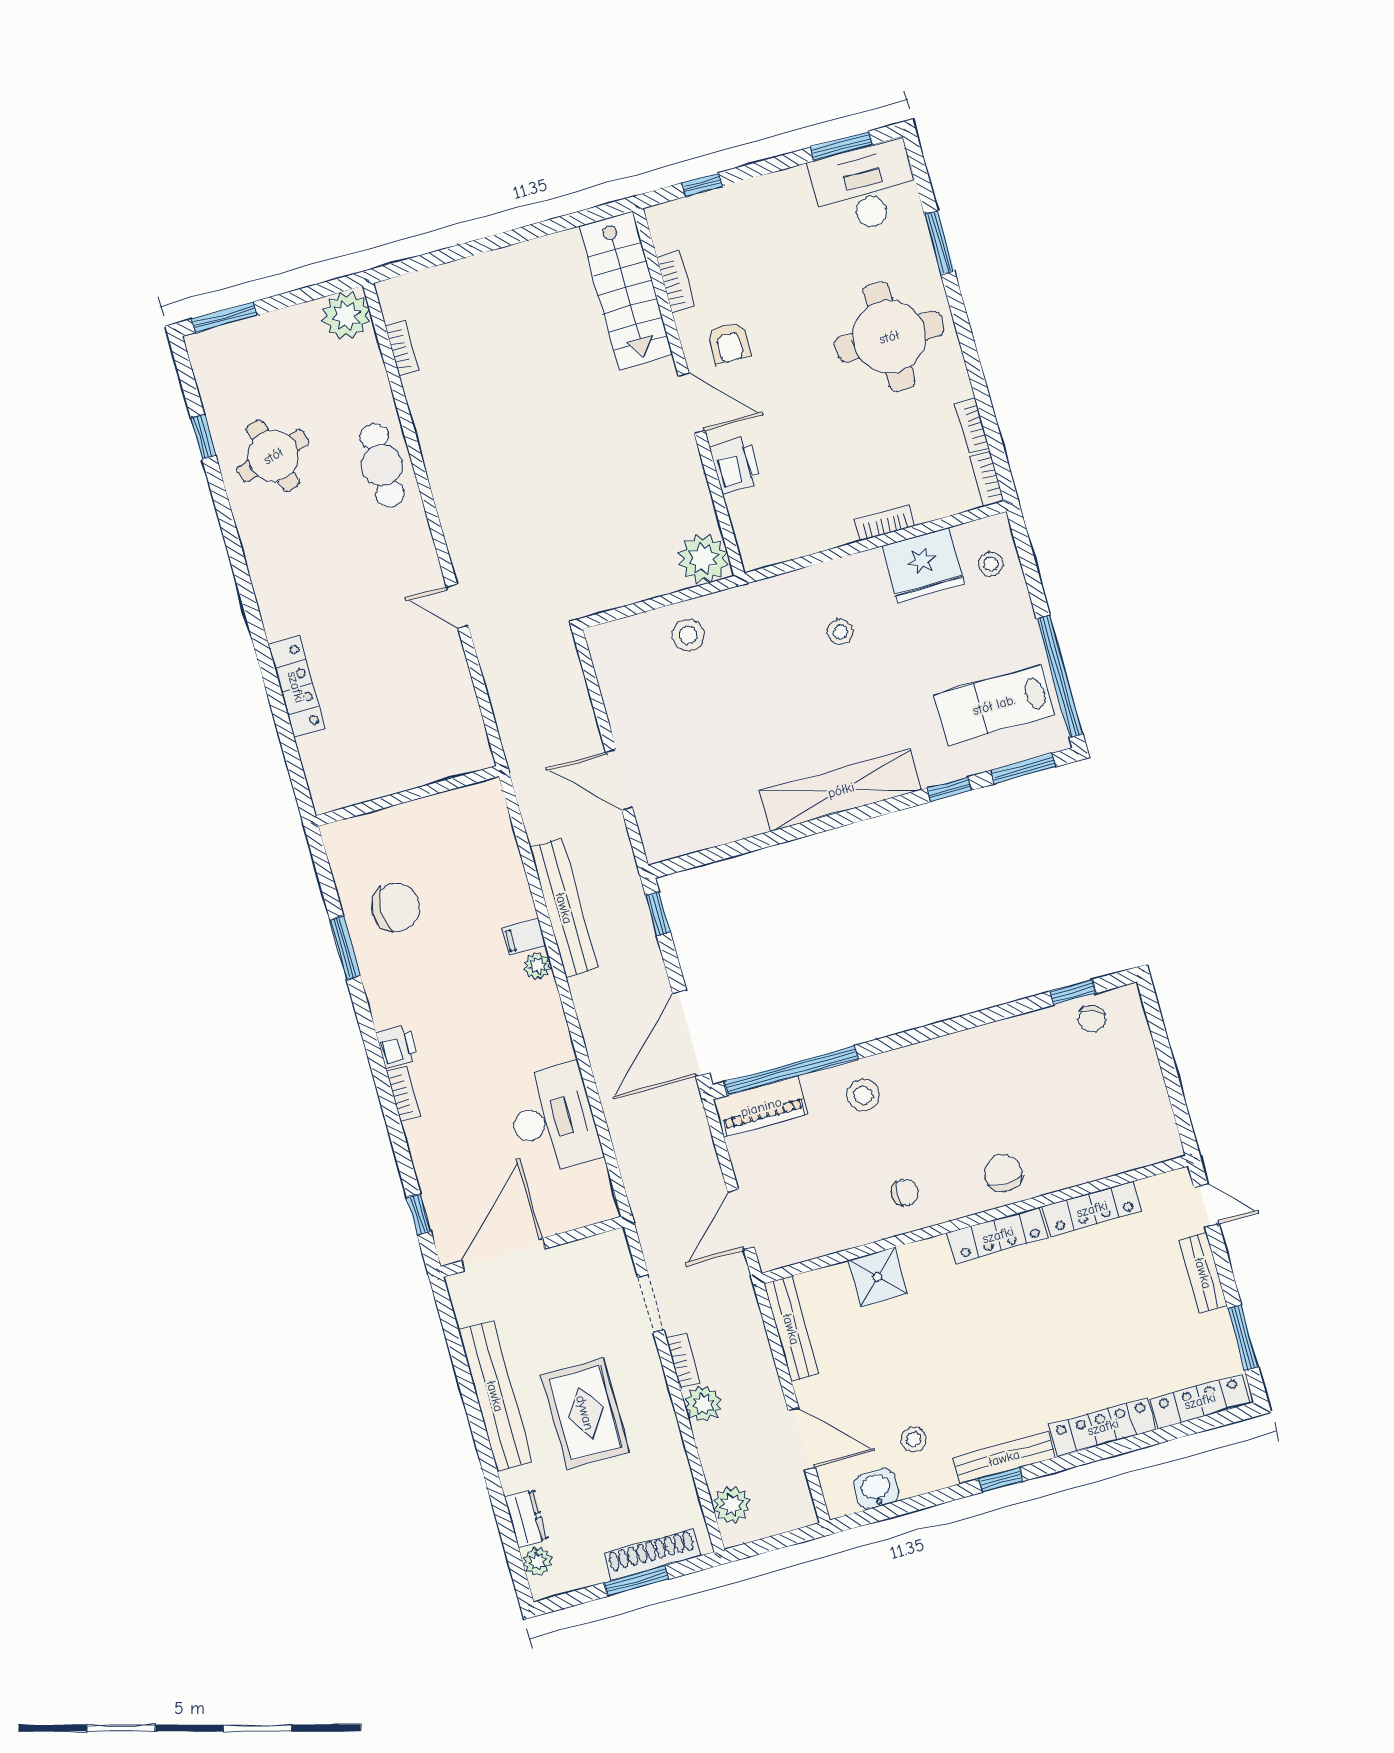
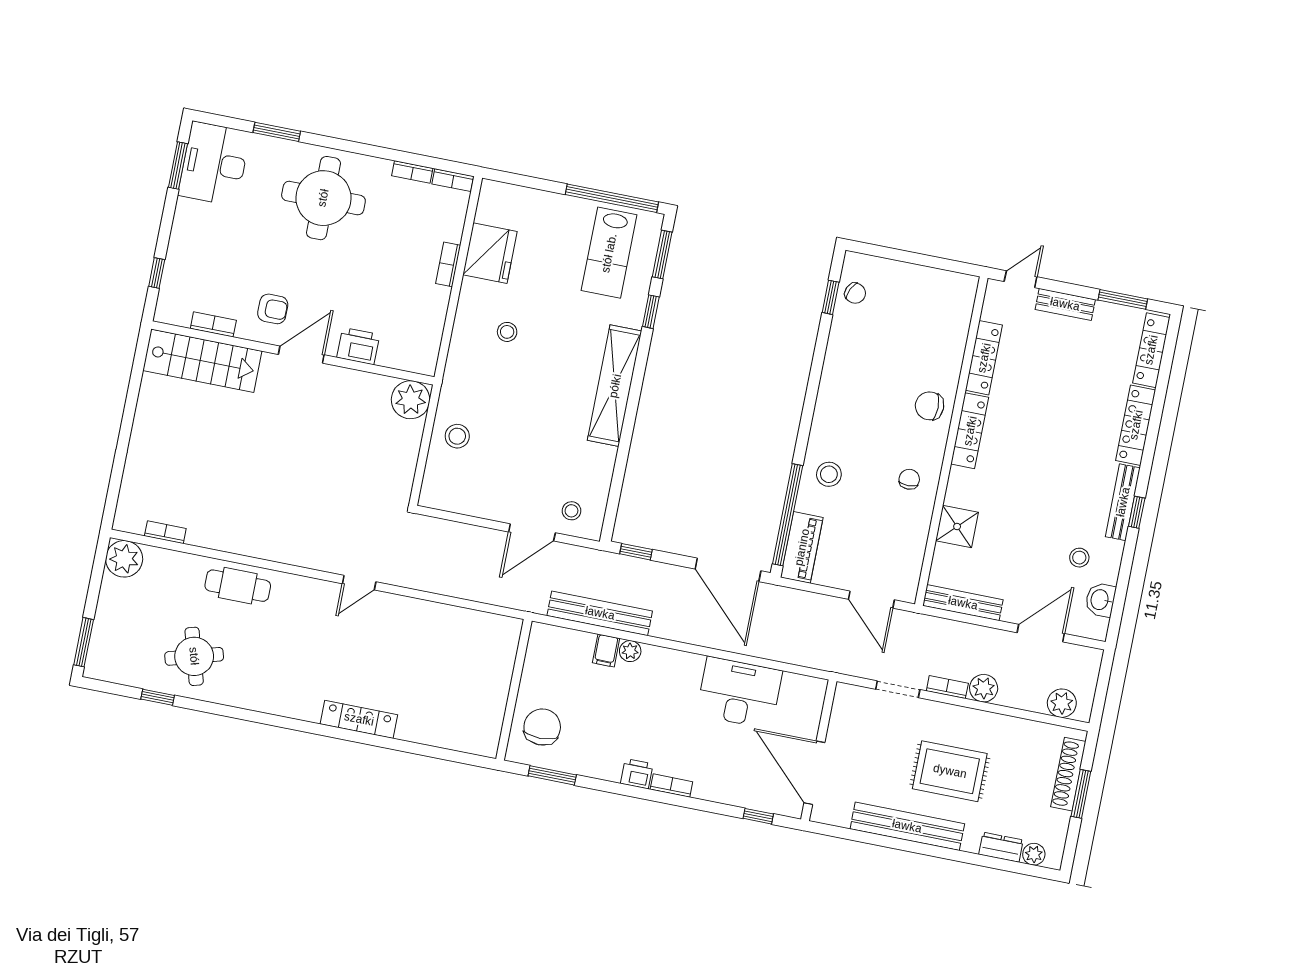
stool: (991, 564) -> (571, 511), moved
wall: (407, 796) -> (514, 690), moved

